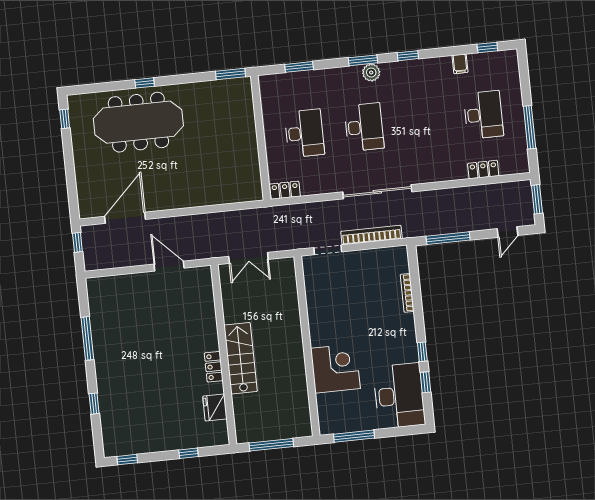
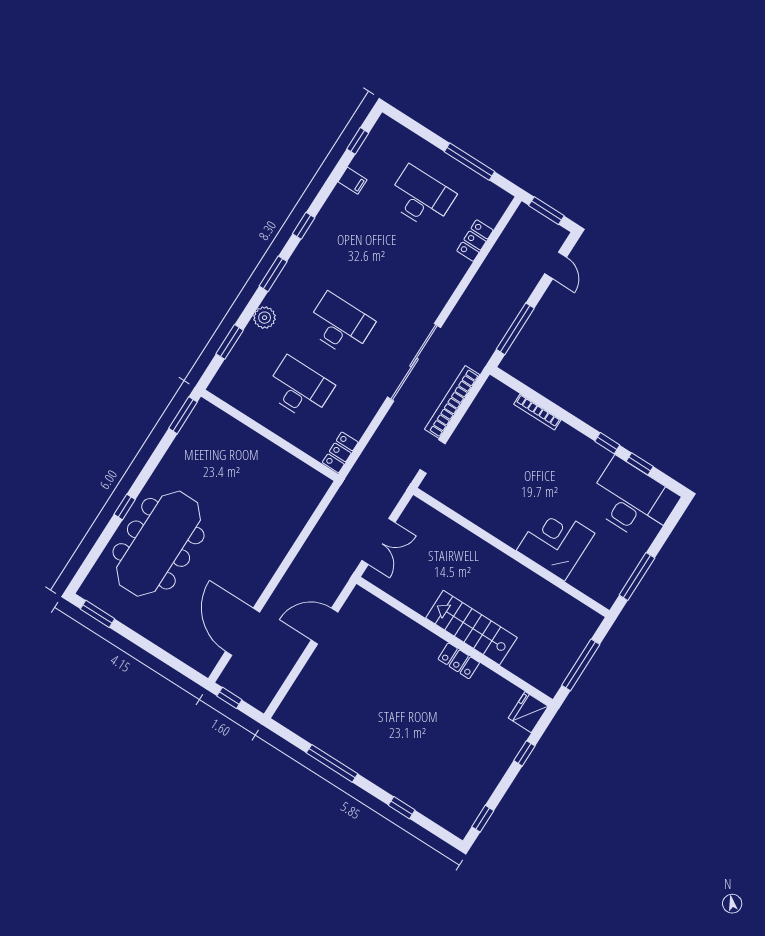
plant: (371, 72) -> (265, 318), moved
window: (65, 119) -> (97, 614), width x1.50
fridge: (215, 408) -> (528, 712), moved, turned 90

